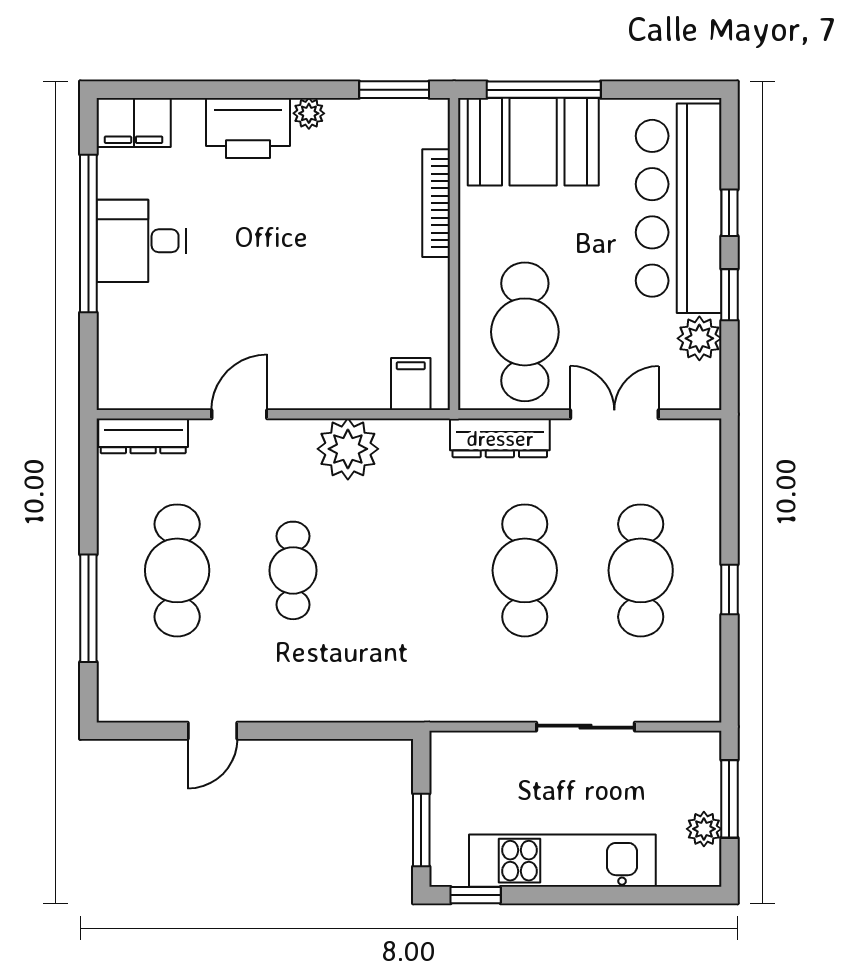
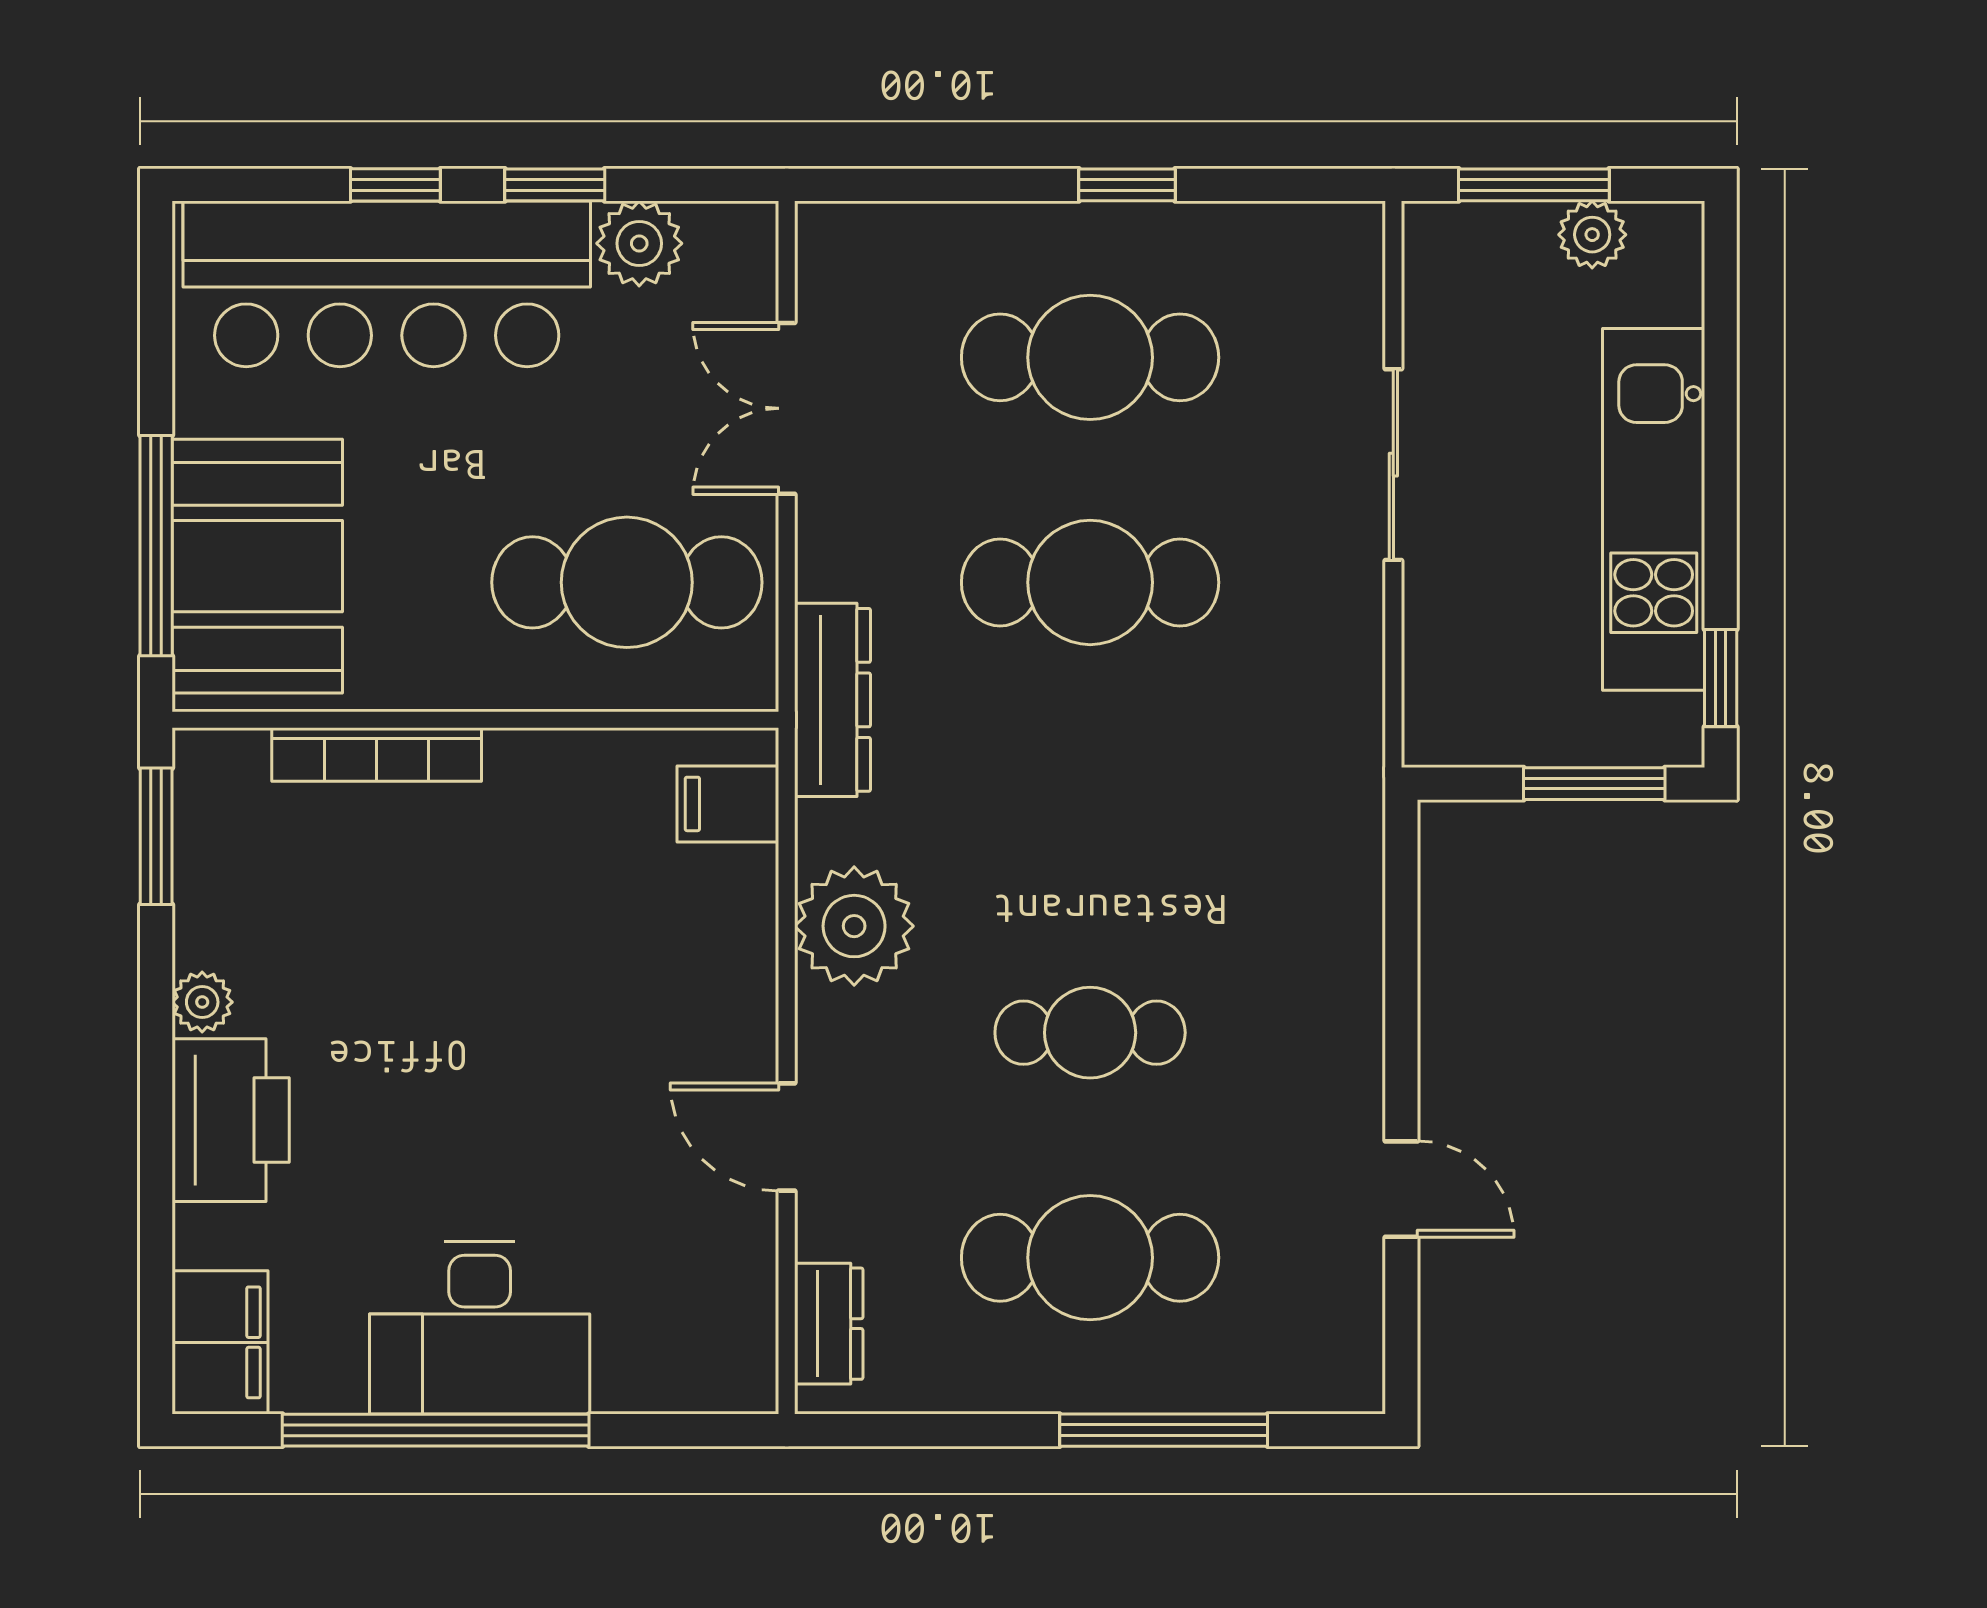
desk: (141, 241) -> (480, 1328), width x1.37
dresser: (143, 436) -> (829, 1324), width x0.70
dresser: (500, 438) -> (833, 700), moved

